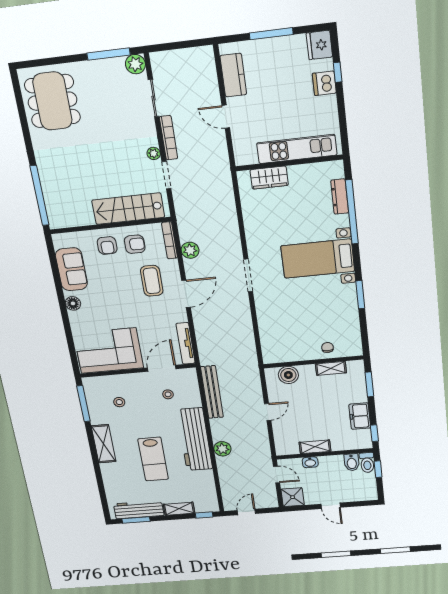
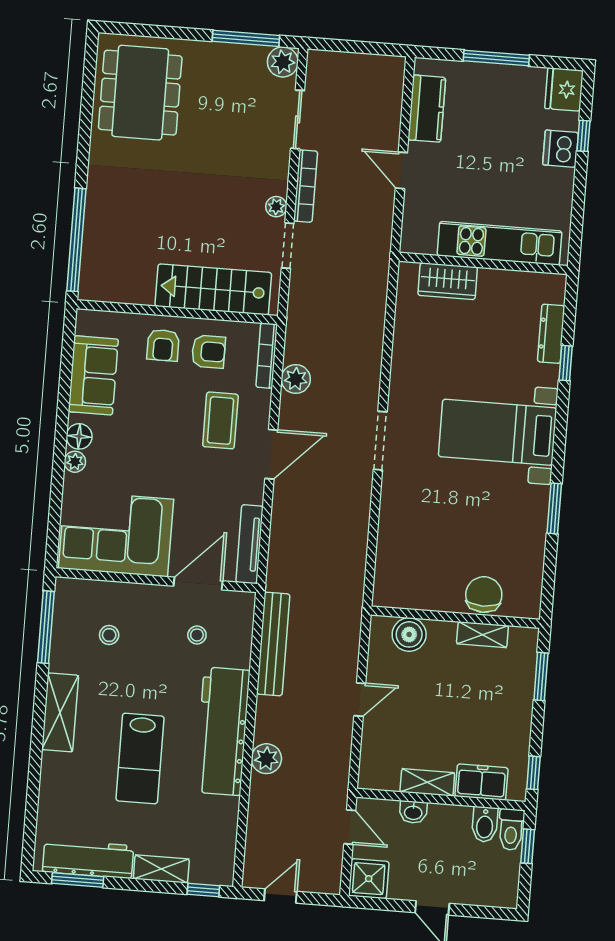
window: (352, 212) -> (566, 363), width x0.32
plant: (75, 317) -> (75, 462), added
chair: (327, 347) -> (484, 595), width x1.87, depth x1.87
freezer: (360, 416) -> (482, 782), moved, turned 90

